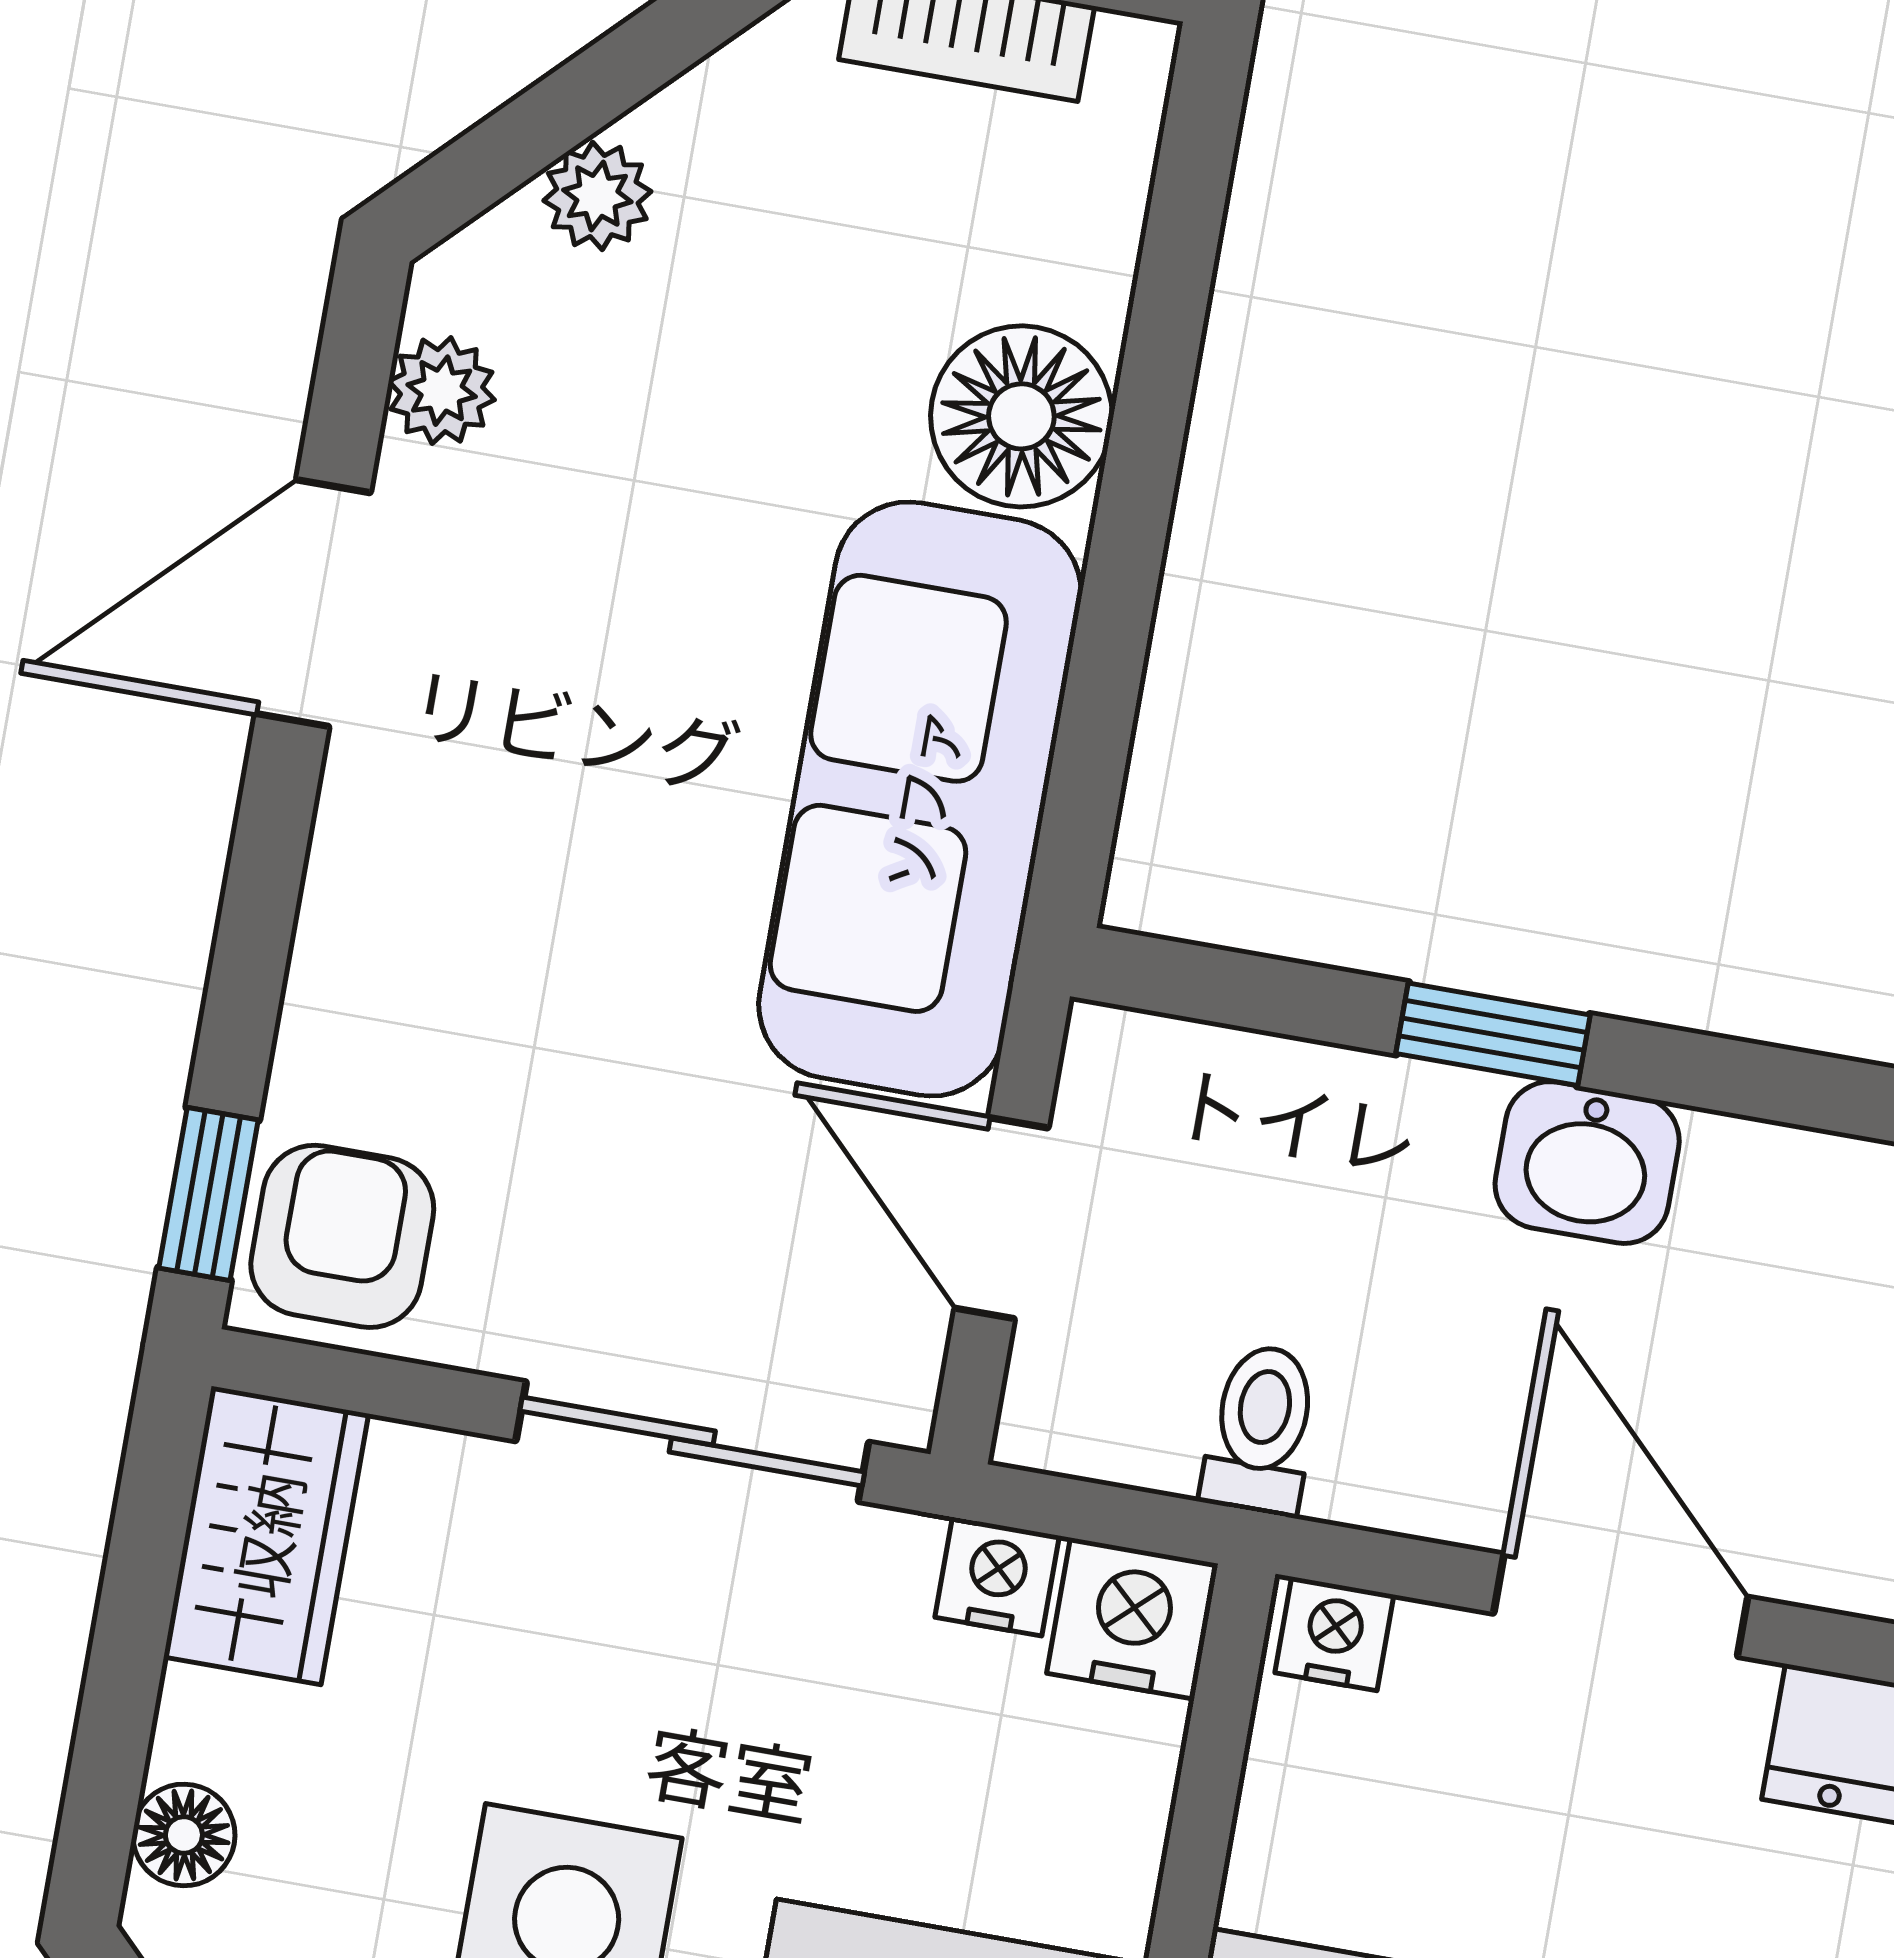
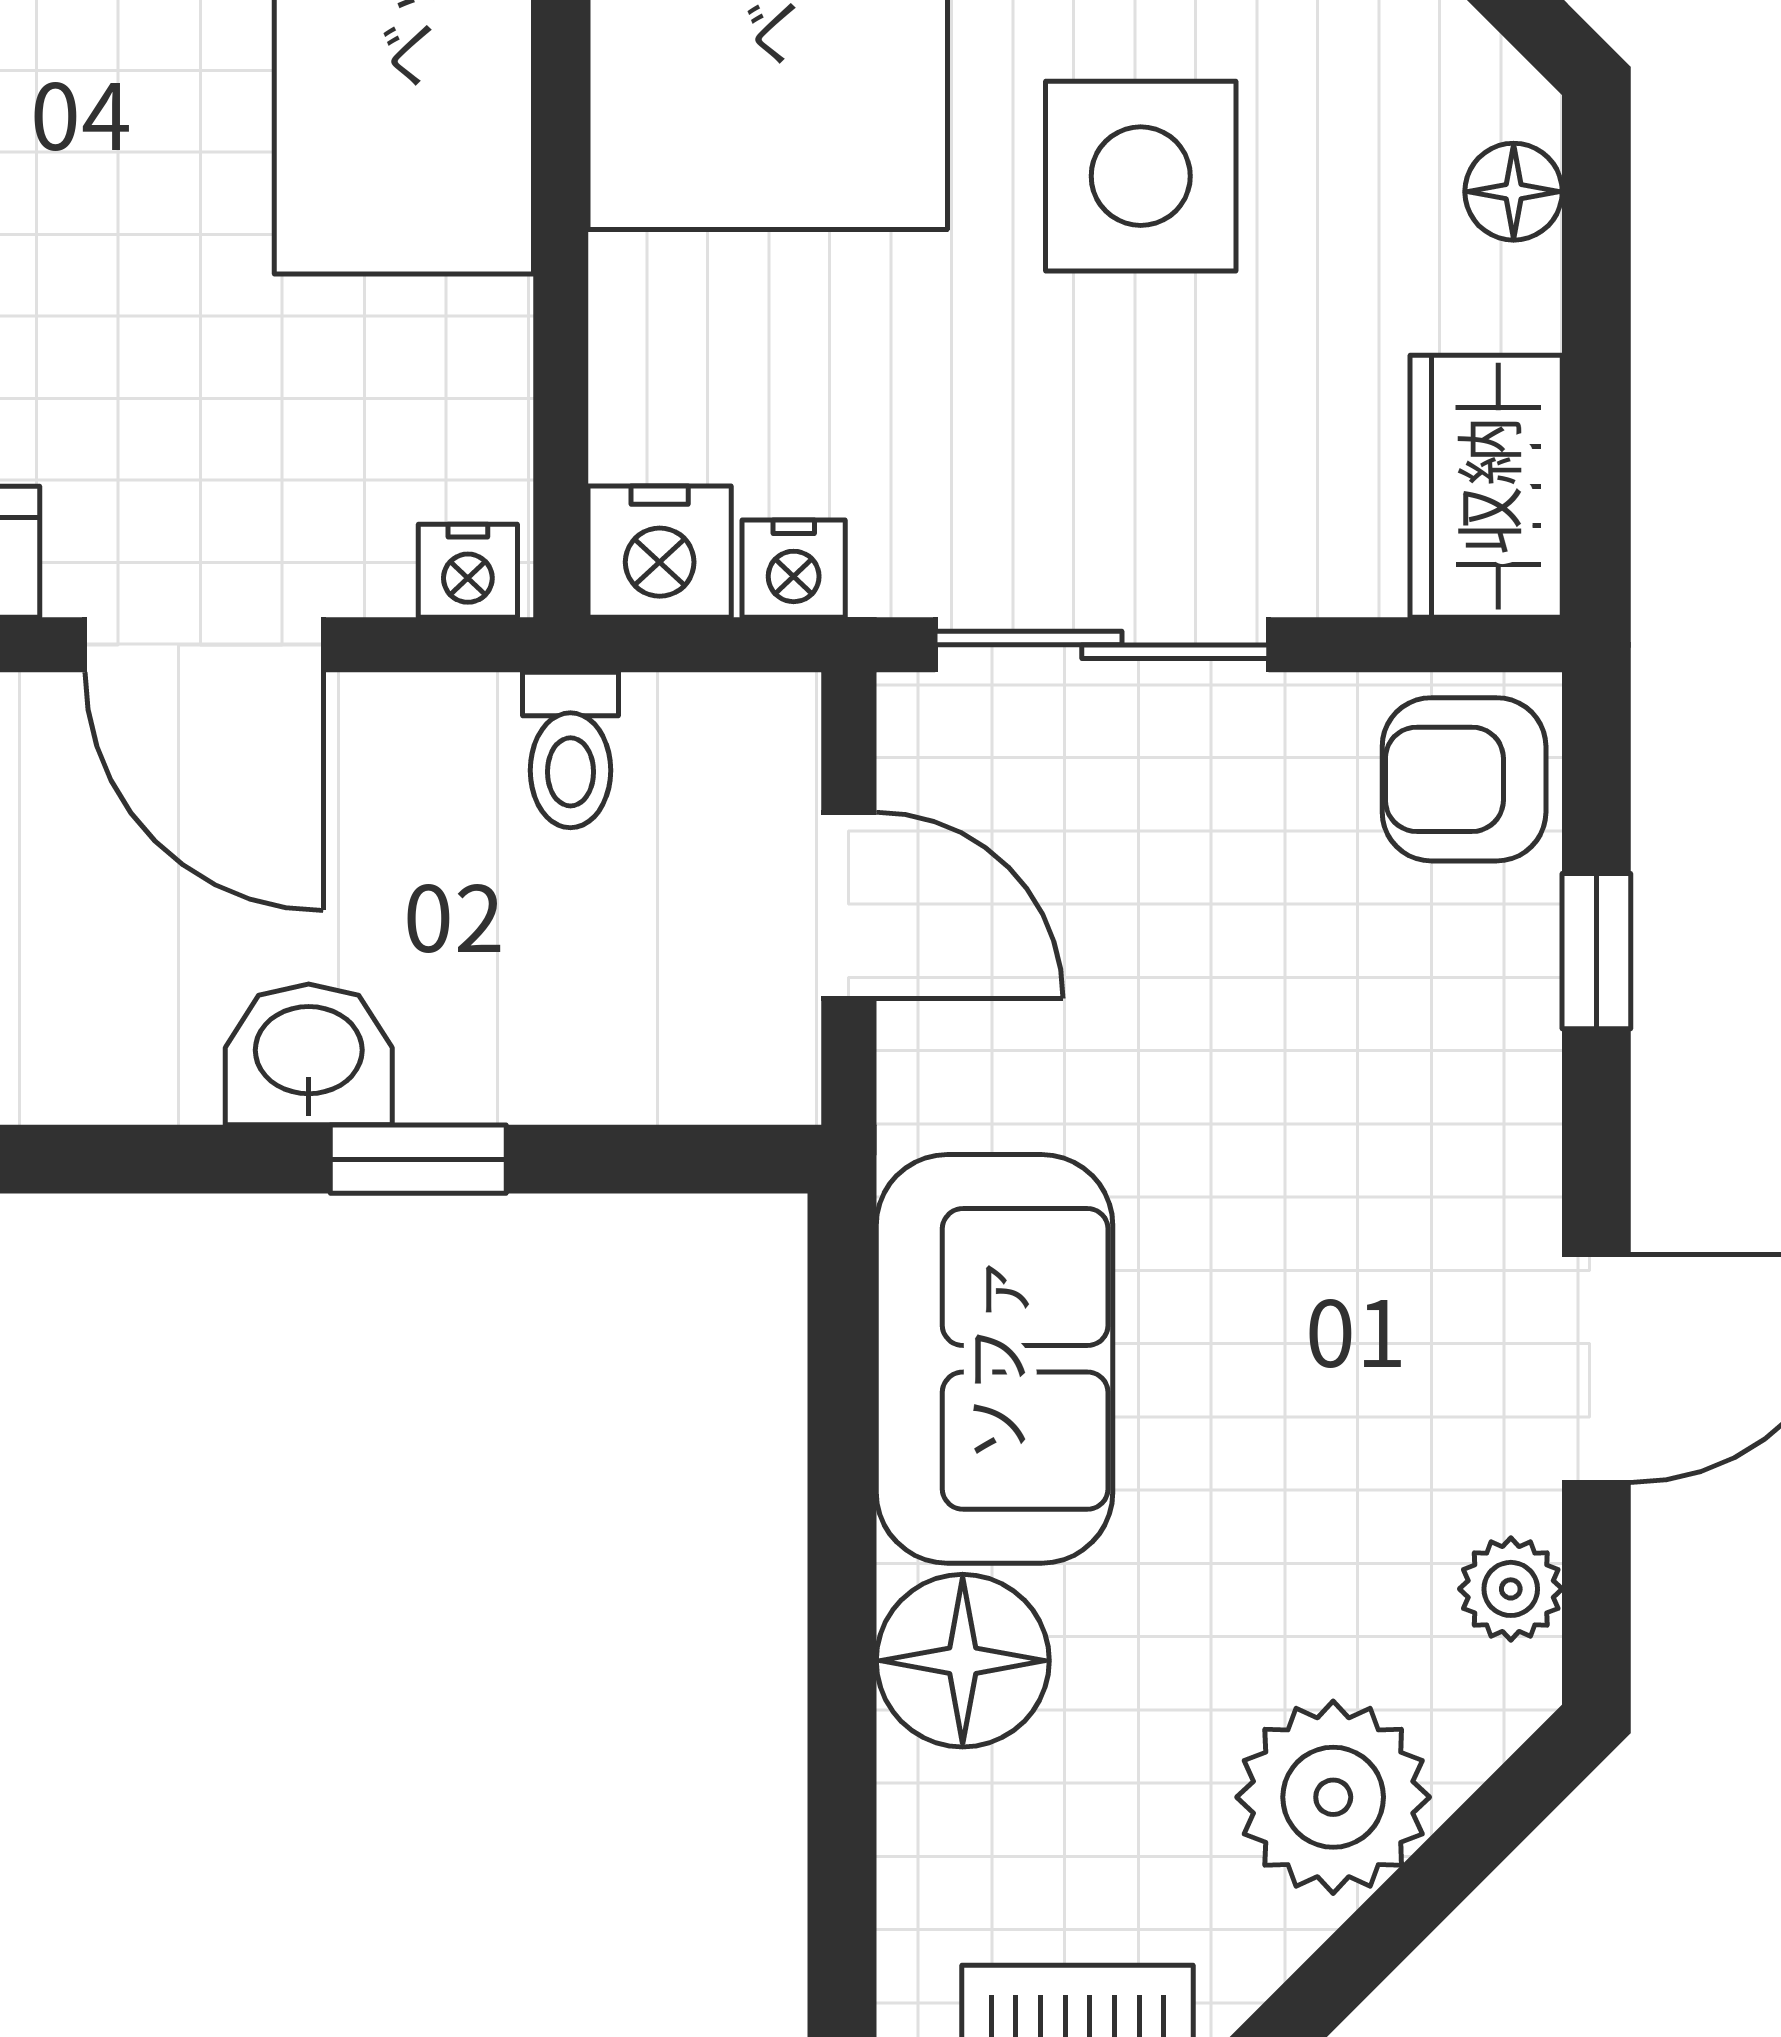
plant: (597, 196) -> (1333, 1797), width x1.88, depth x1.88
sofa: (920, 799) -> (994, 1359), width x0.73
window: (209, 1194) -> (1596, 951), moved
armchair: (342, 1236) -> (1464, 779), turned 90

